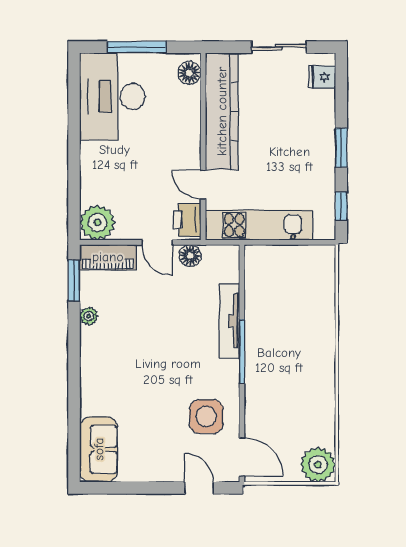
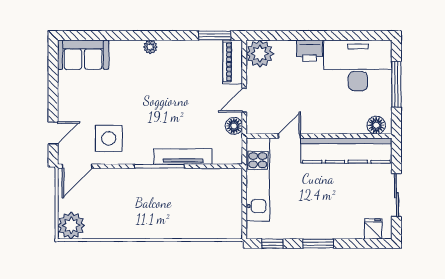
printer: (187, 220) -> (310, 51), moved, turned 180
plant: (89, 316) -> (150, 47), moved

